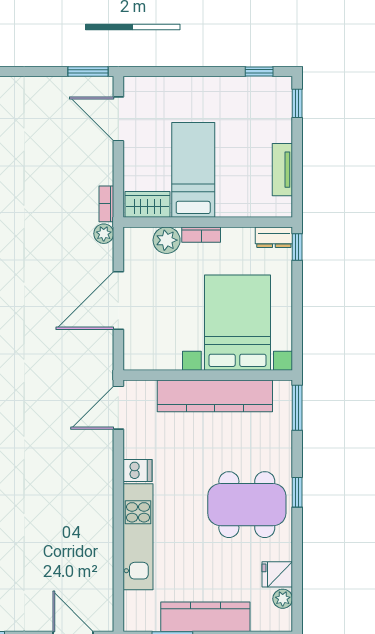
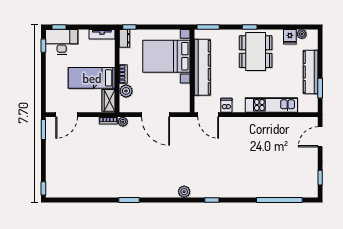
desk: (267, 109) -> (62, 42), added
tv unit: (282, 170) -> (102, 34), moved
dishwasher: (137, 471) -> (226, 105), moved

